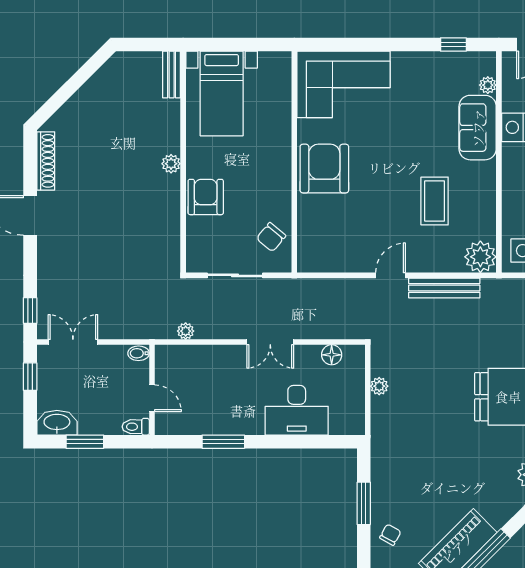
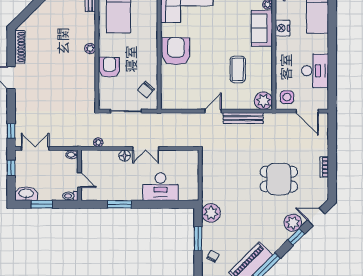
floor lamp: (332, 355) -> (125, 156), moved
plant: (379, 386) -> (211, 213), moved, width x1.88, depth x1.88

